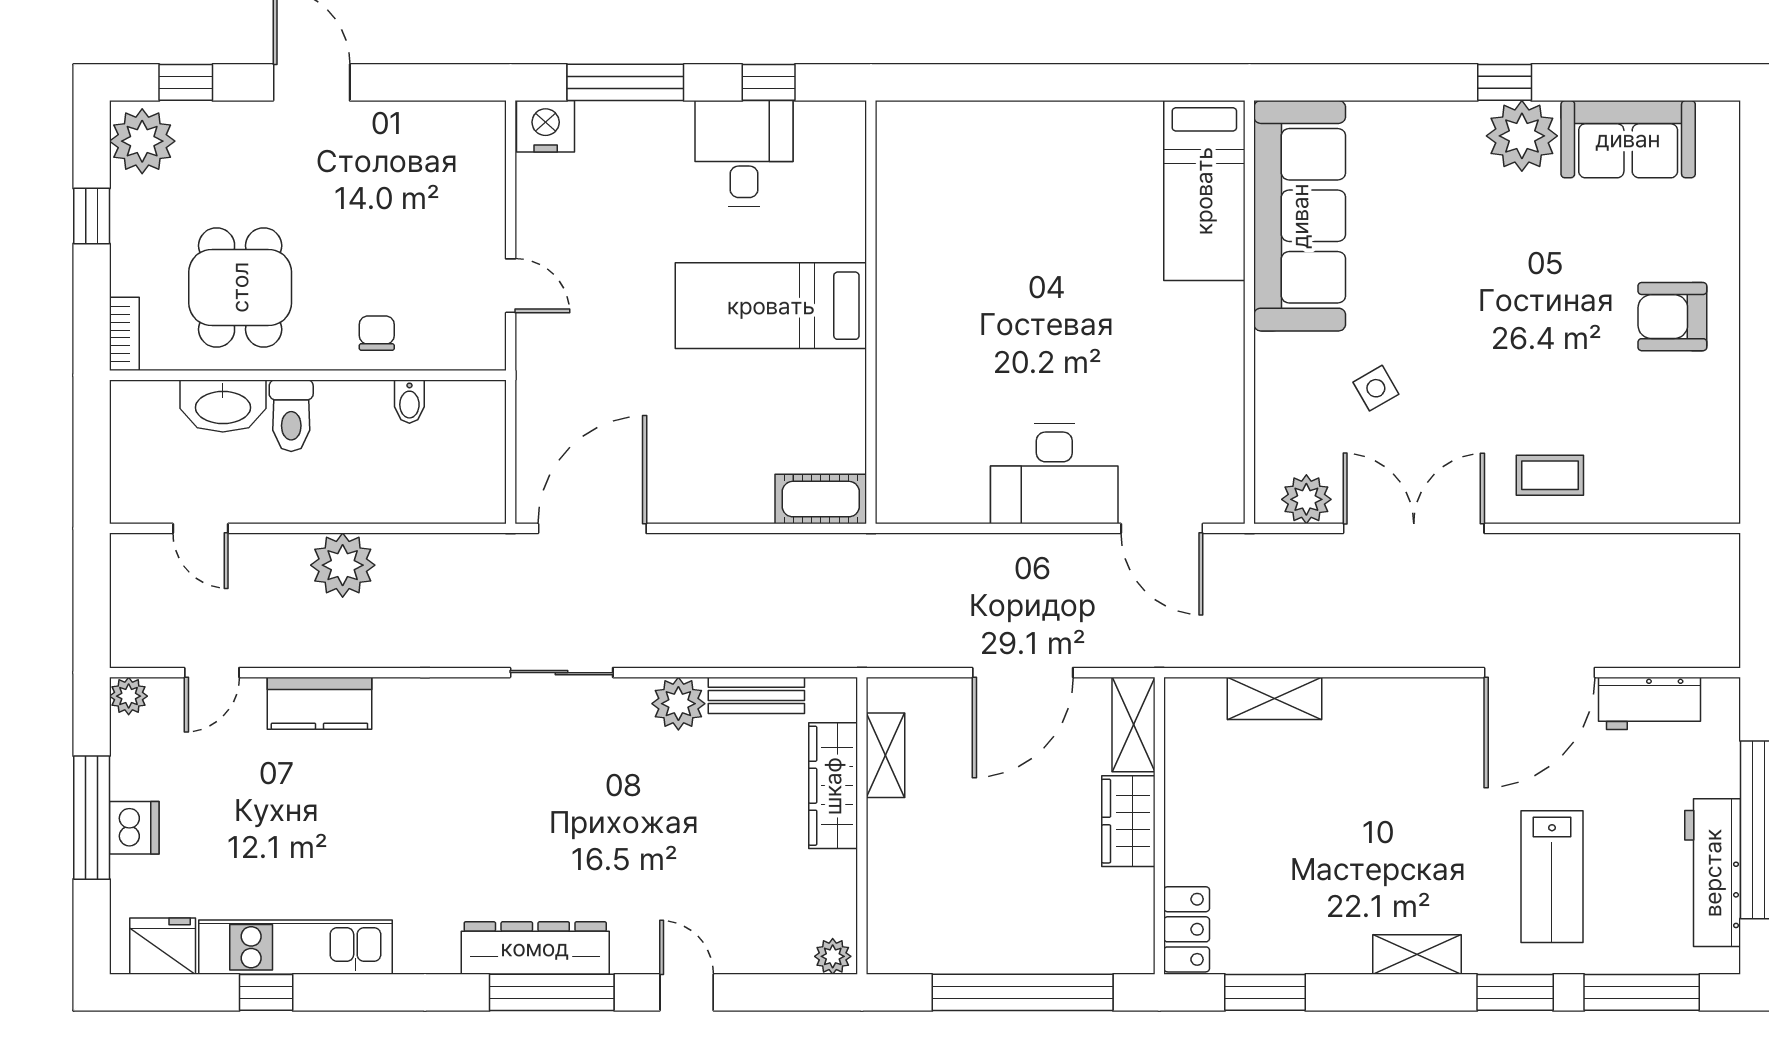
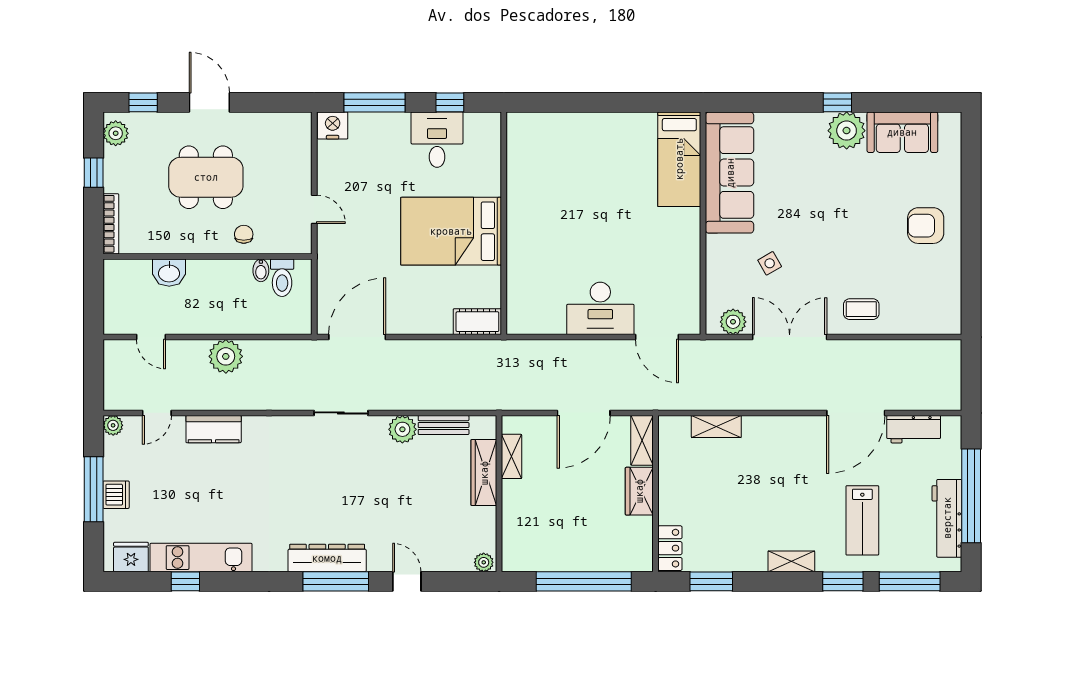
plant: (142, 141) -> (116, 133), width x0.73, depth x0.73
dining table: (240, 287) -> (206, 177), moved, width x1.37
bed: (771, 306) -> (451, 231), width x1.50
bookcase: (124, 334) -> (111, 224), width x1.56
washbasin: (223, 406) -> (169, 273), width x0.72
toilet: (291, 416) -> (282, 278), moved

